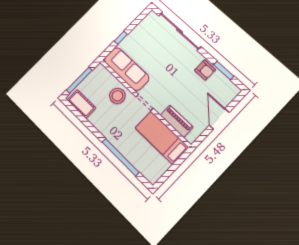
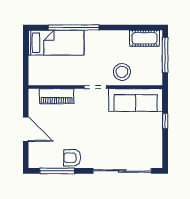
window: (224, 71) -> (57, 171), width x1.44
bed: (162, 137) -> (56, 43), moved

